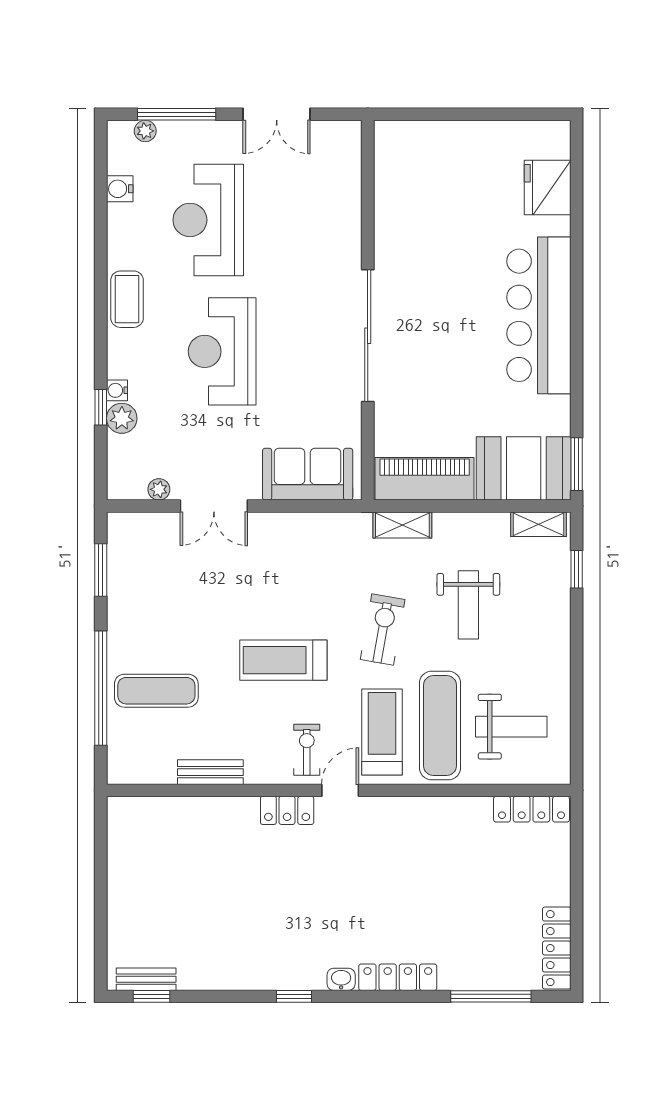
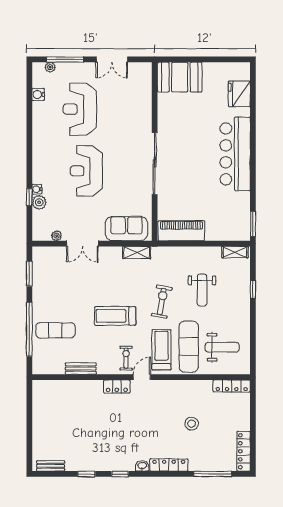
coffee table: (127, 299) -> (42, 146), removed
booth: (524, 468) -> (180, 77), moved
shelving: (402, 525) -> (137, 252), moved
window: (577, 569) -> (253, 289), moved
stool: (446, 889) -> (192, 424), added
window: (152, 996) -> (86, 474), moved

